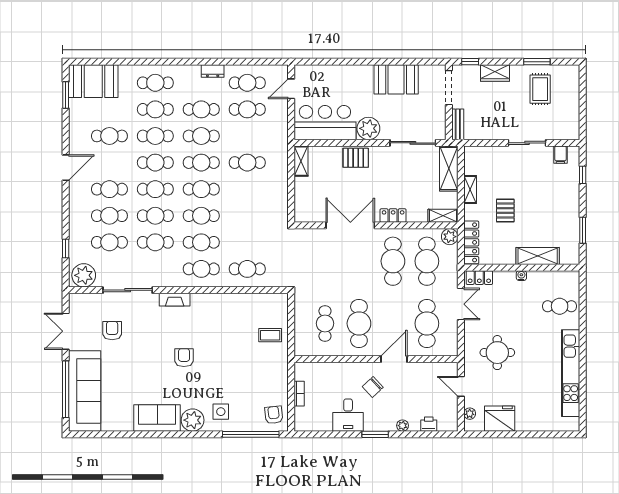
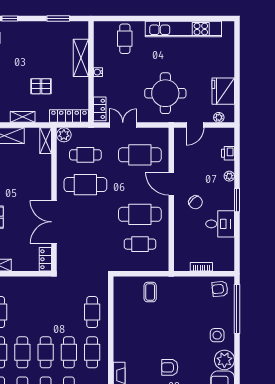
locker: (393, 216) -> (45, 259), moved
cafe table: (427, 261) -> (85, 155), width x0.73, depth x0.74
round table: (497, 353) -> (165, 93), width x1.36, depth x1.36

